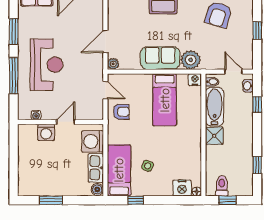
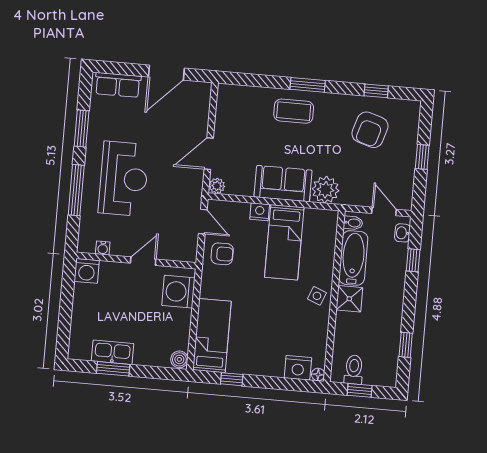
nightstand: (195, 80) -> (260, 212), moved
washing machine: (46, 132) -> (87, 271), moved
side table: (148, 166) -> (317, 296), moved
kitchen sink: (96, 168) -> (113, 352), moved, turned 90

